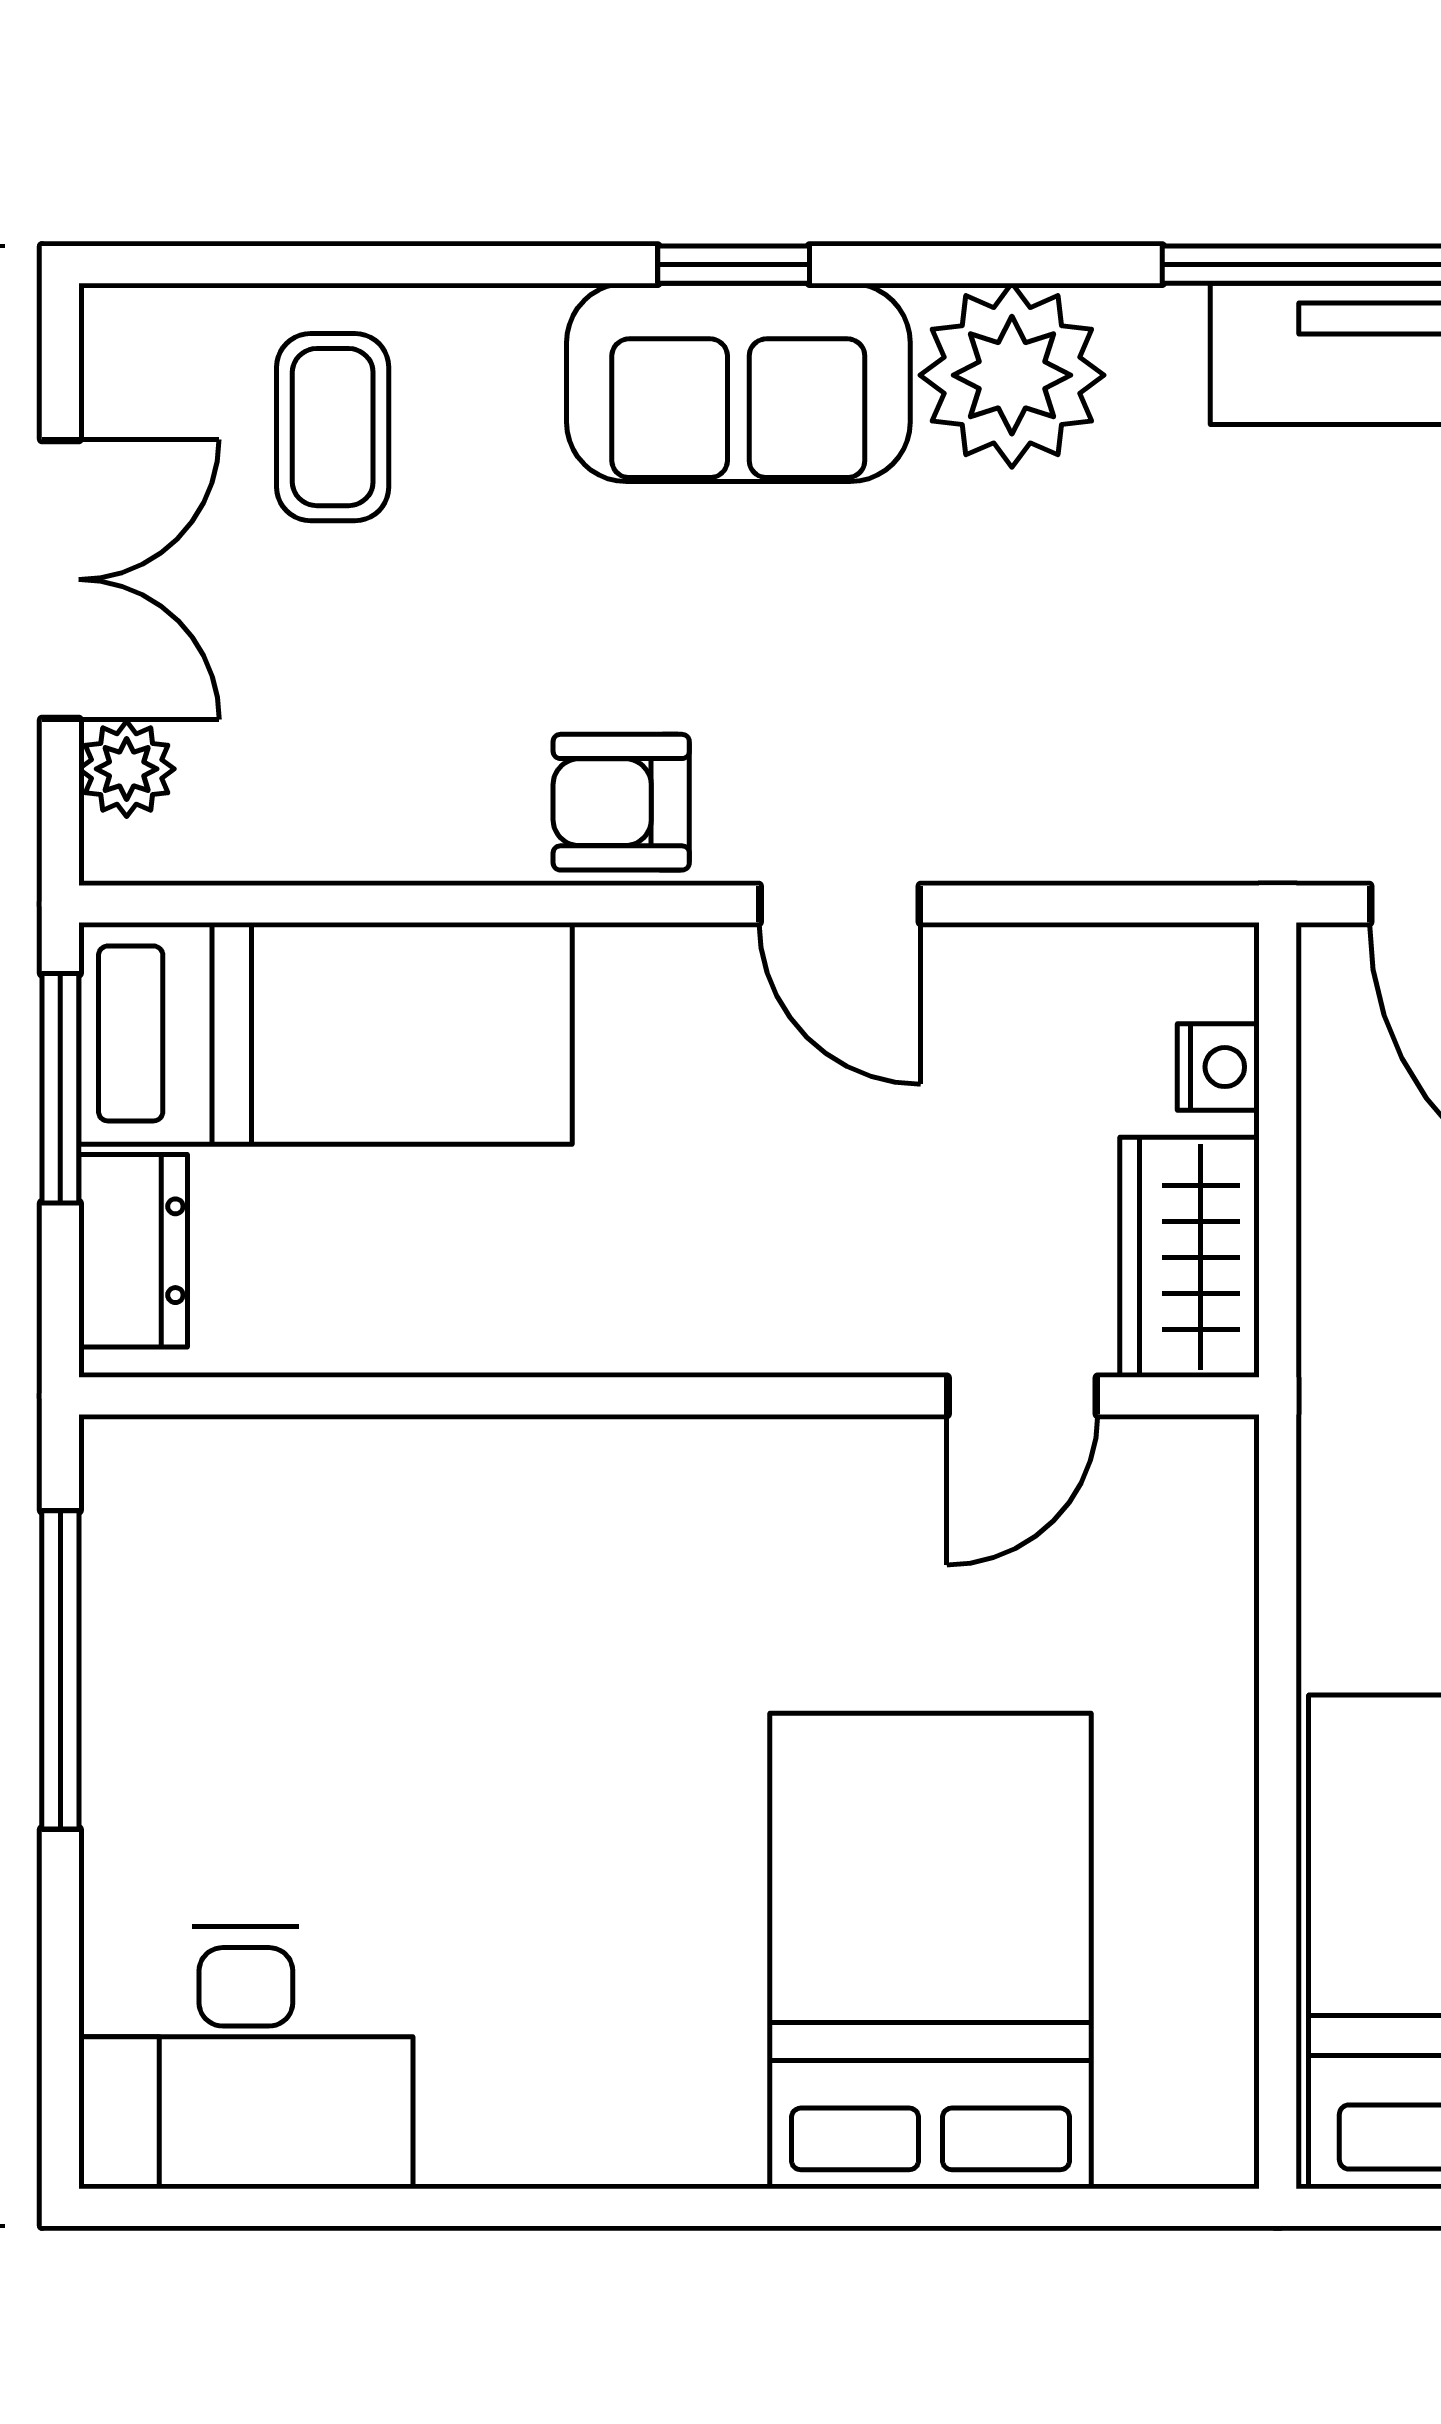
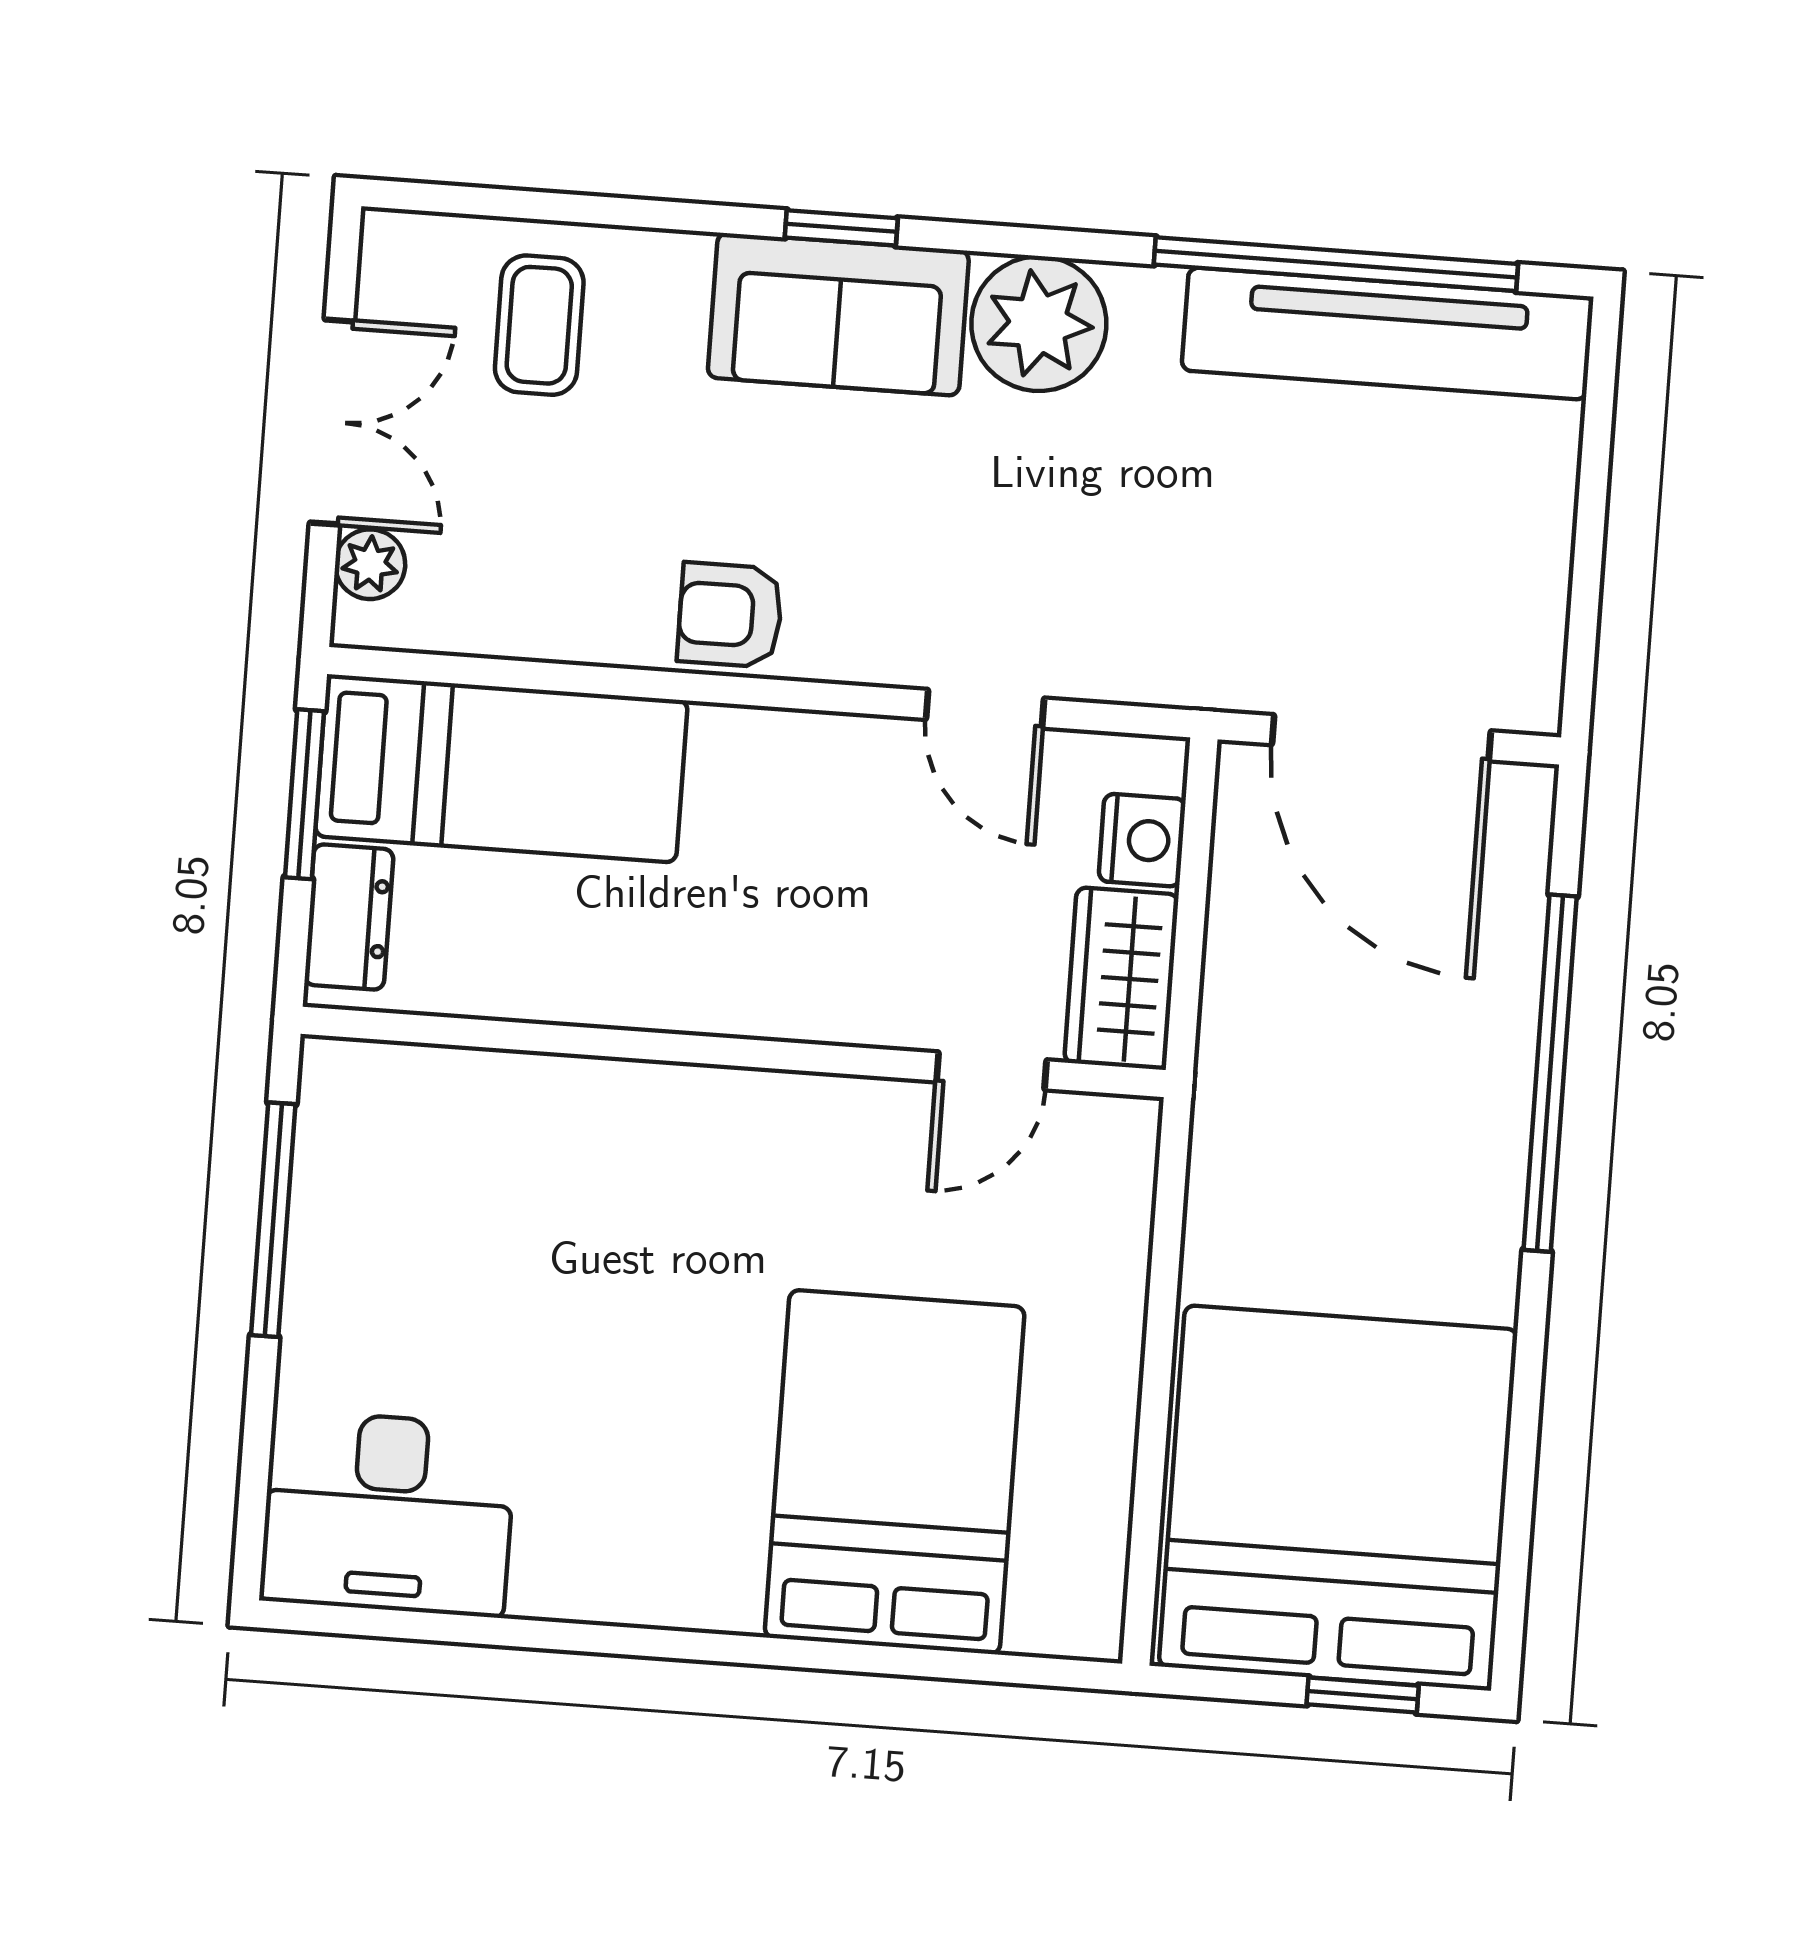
door: (840, 904) -> (985, 709), moved
nightstand: (1218, 1067) -> (1142, 840), width x1.39, depth x1.35

